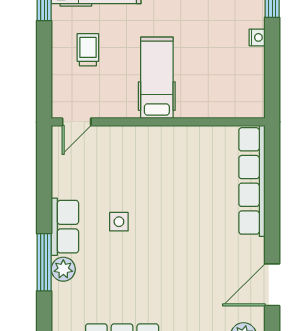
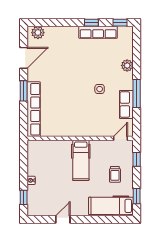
window: (44, 80) -> (137, 159), added
window: (272, 218) -> (24, 91), added
row of seats: (65, 227) -> (126, 105), moved
window: (44, 262) -> (137, 94), moved

